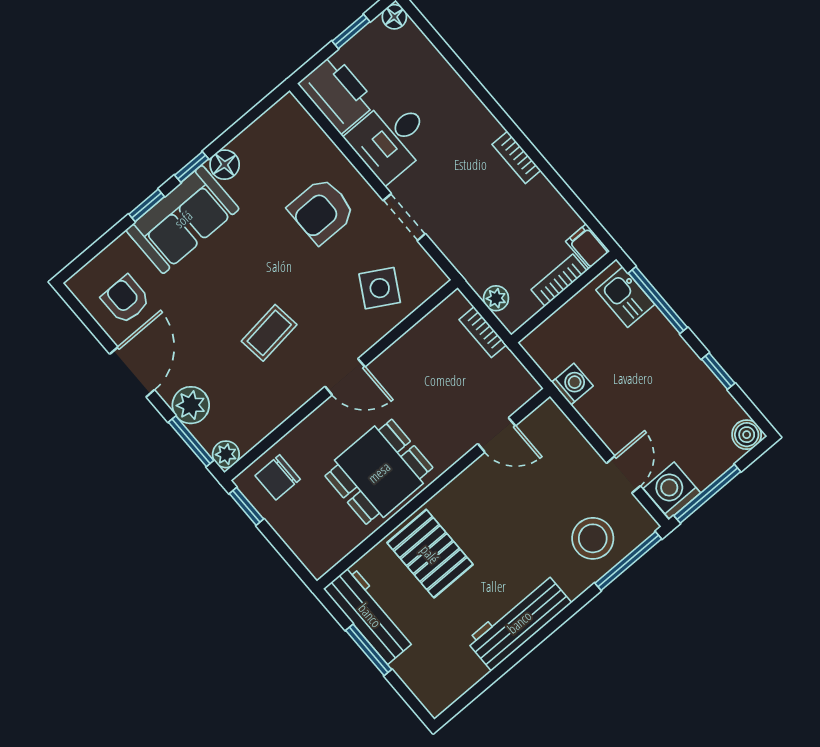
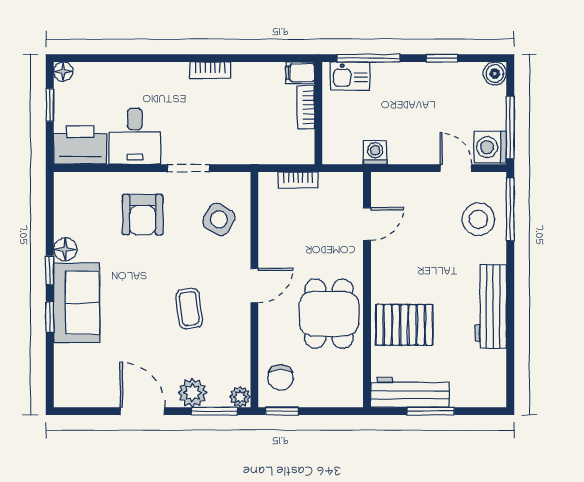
plant: (496, 298) -> (285, 154), removed
armchair: (126, 299) -> (96, 378), removed

